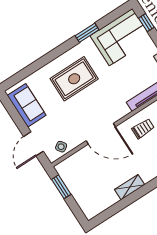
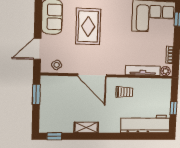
rug: (74, 79) -> (88, 27), moved, turned 90
window: (105, 215) -> (54, 136), added

